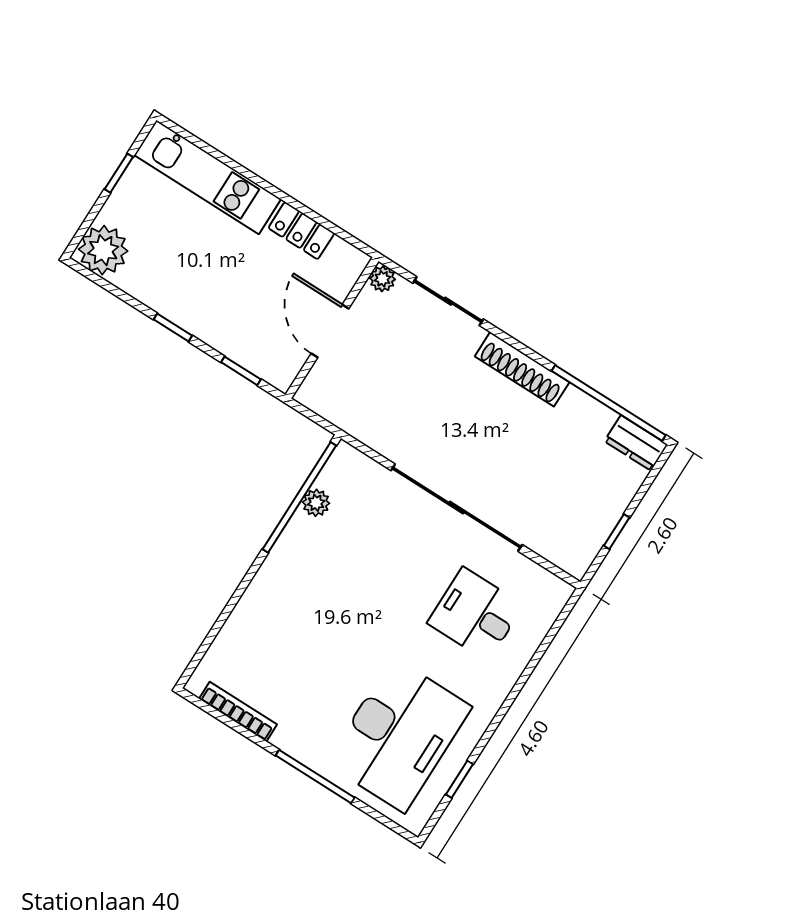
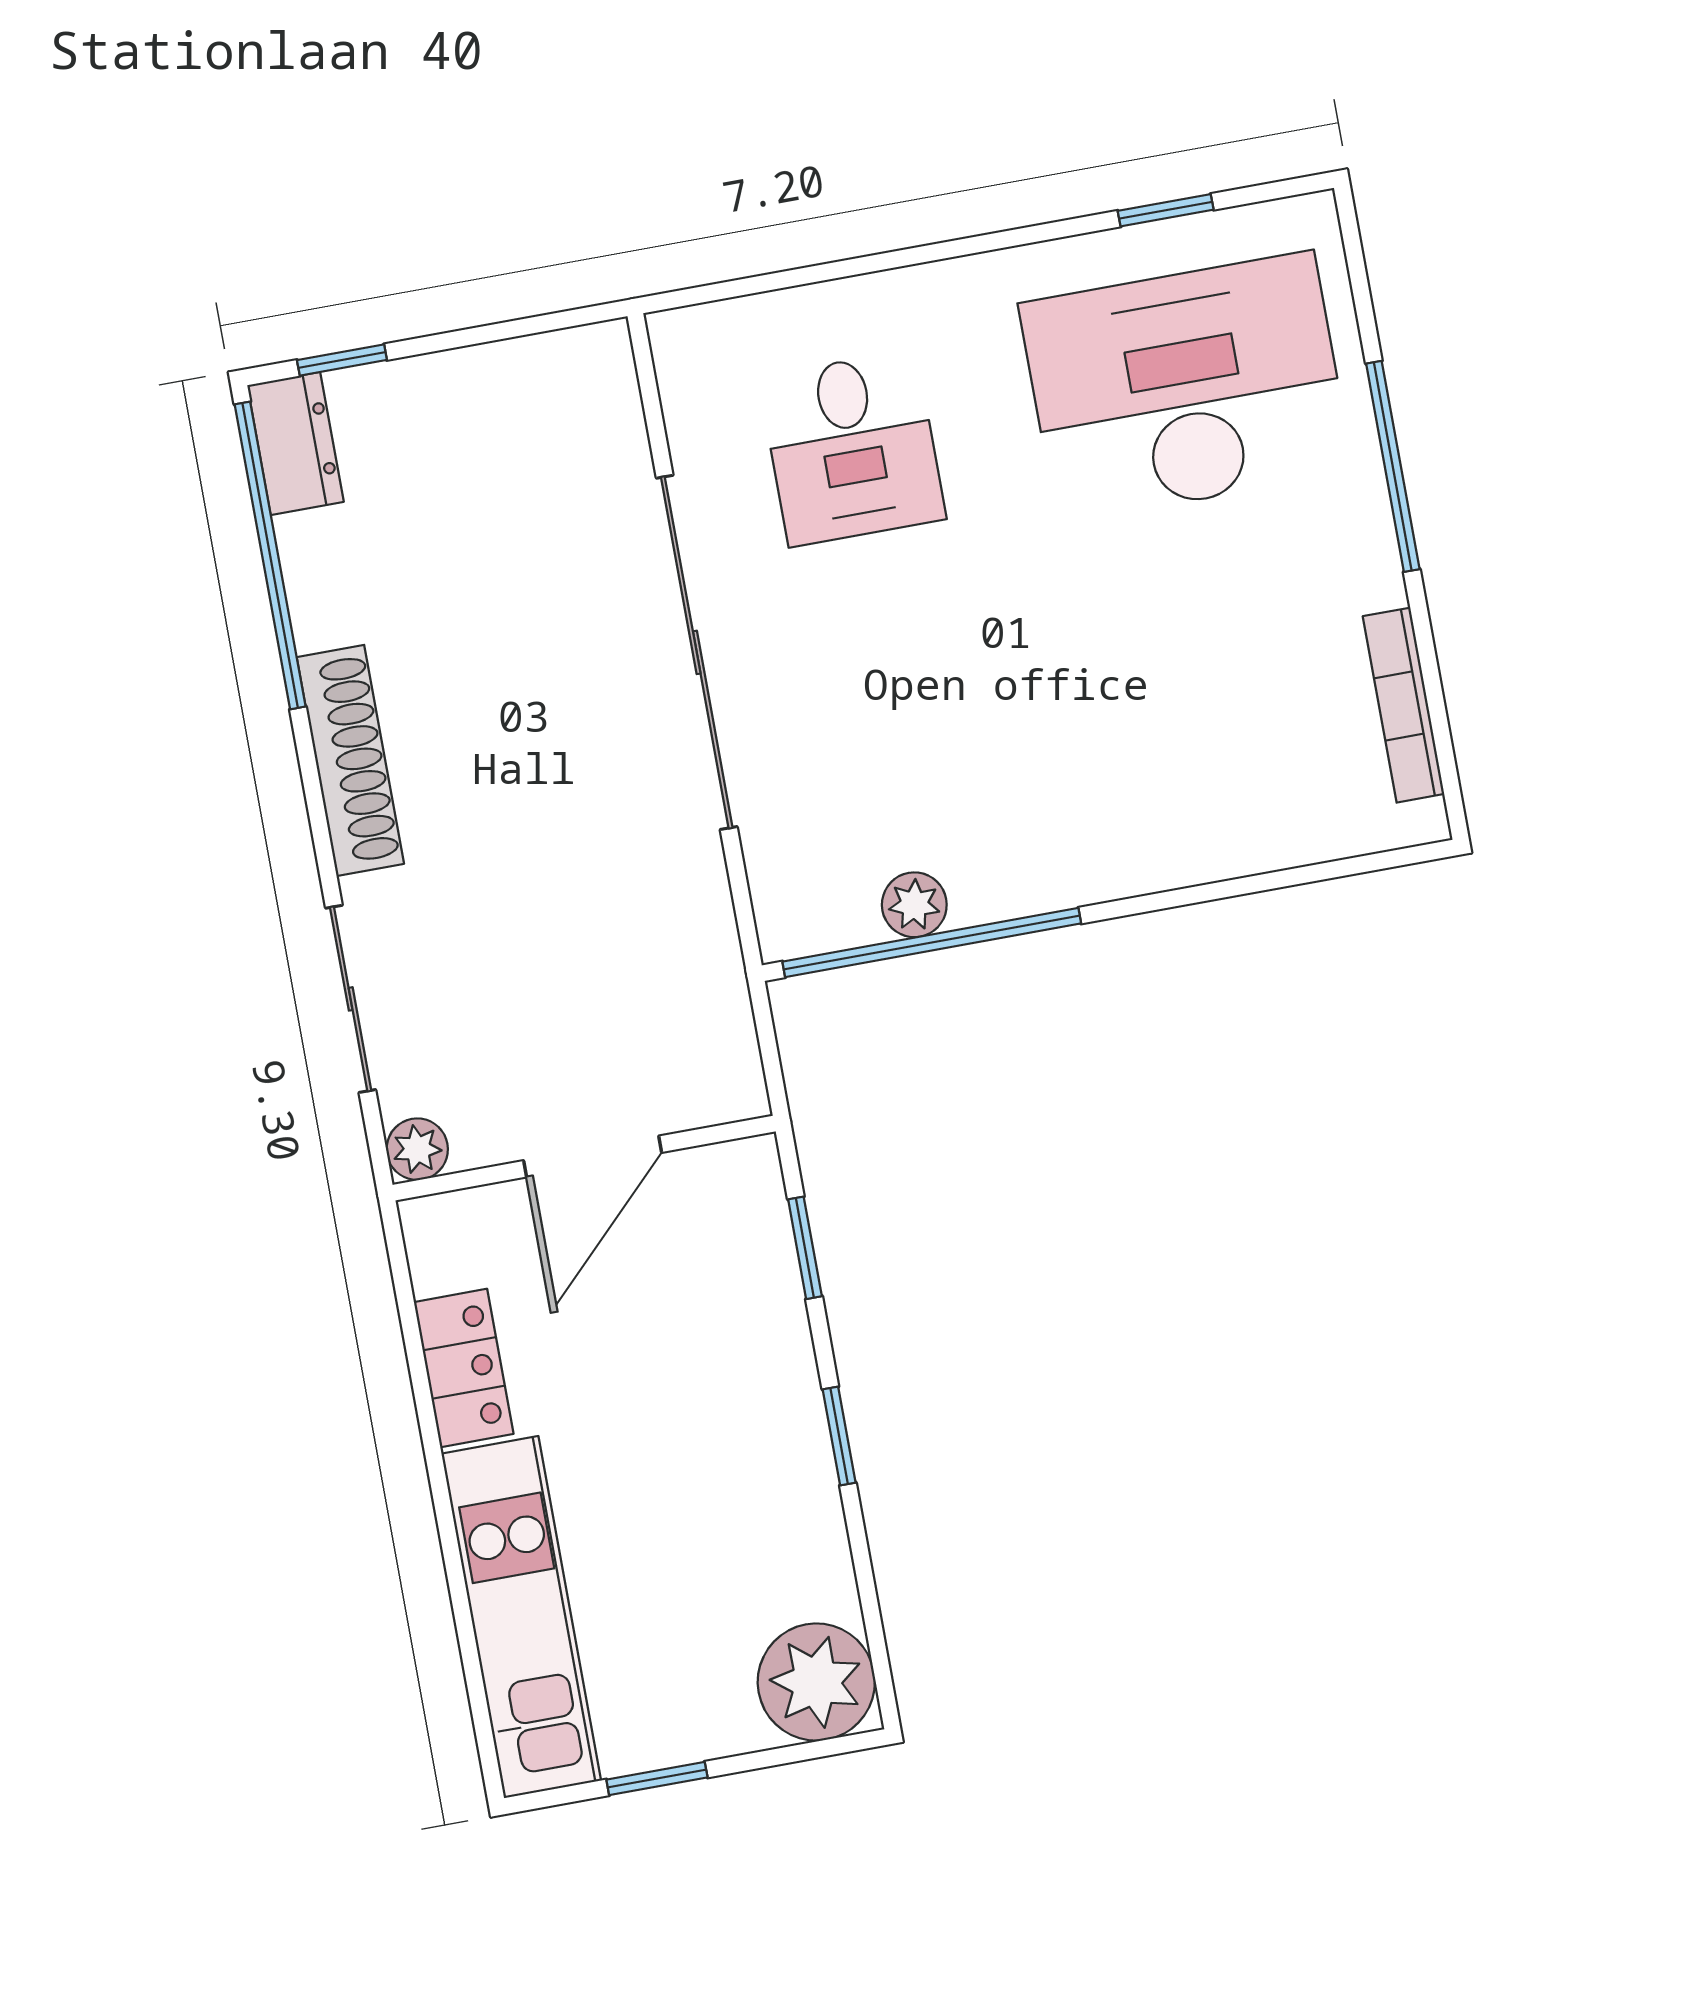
window: (617, 532) -> (342, 360), moved

